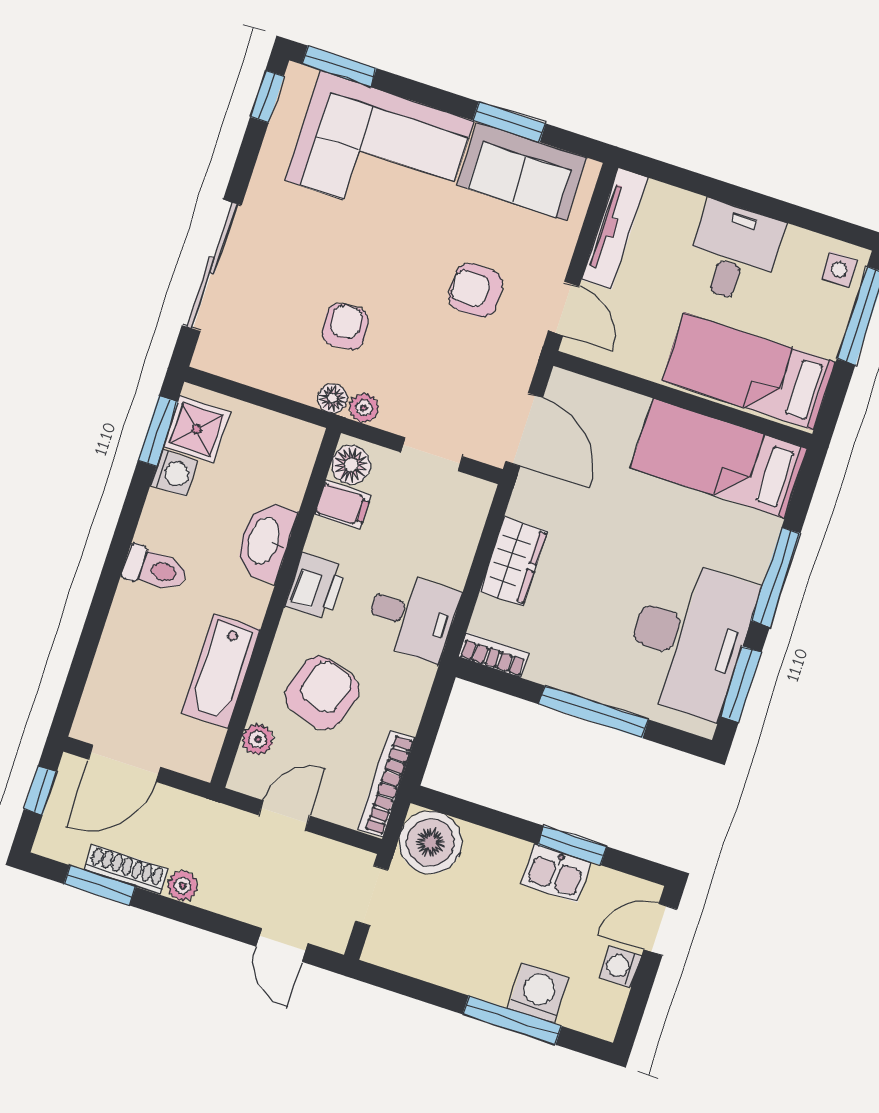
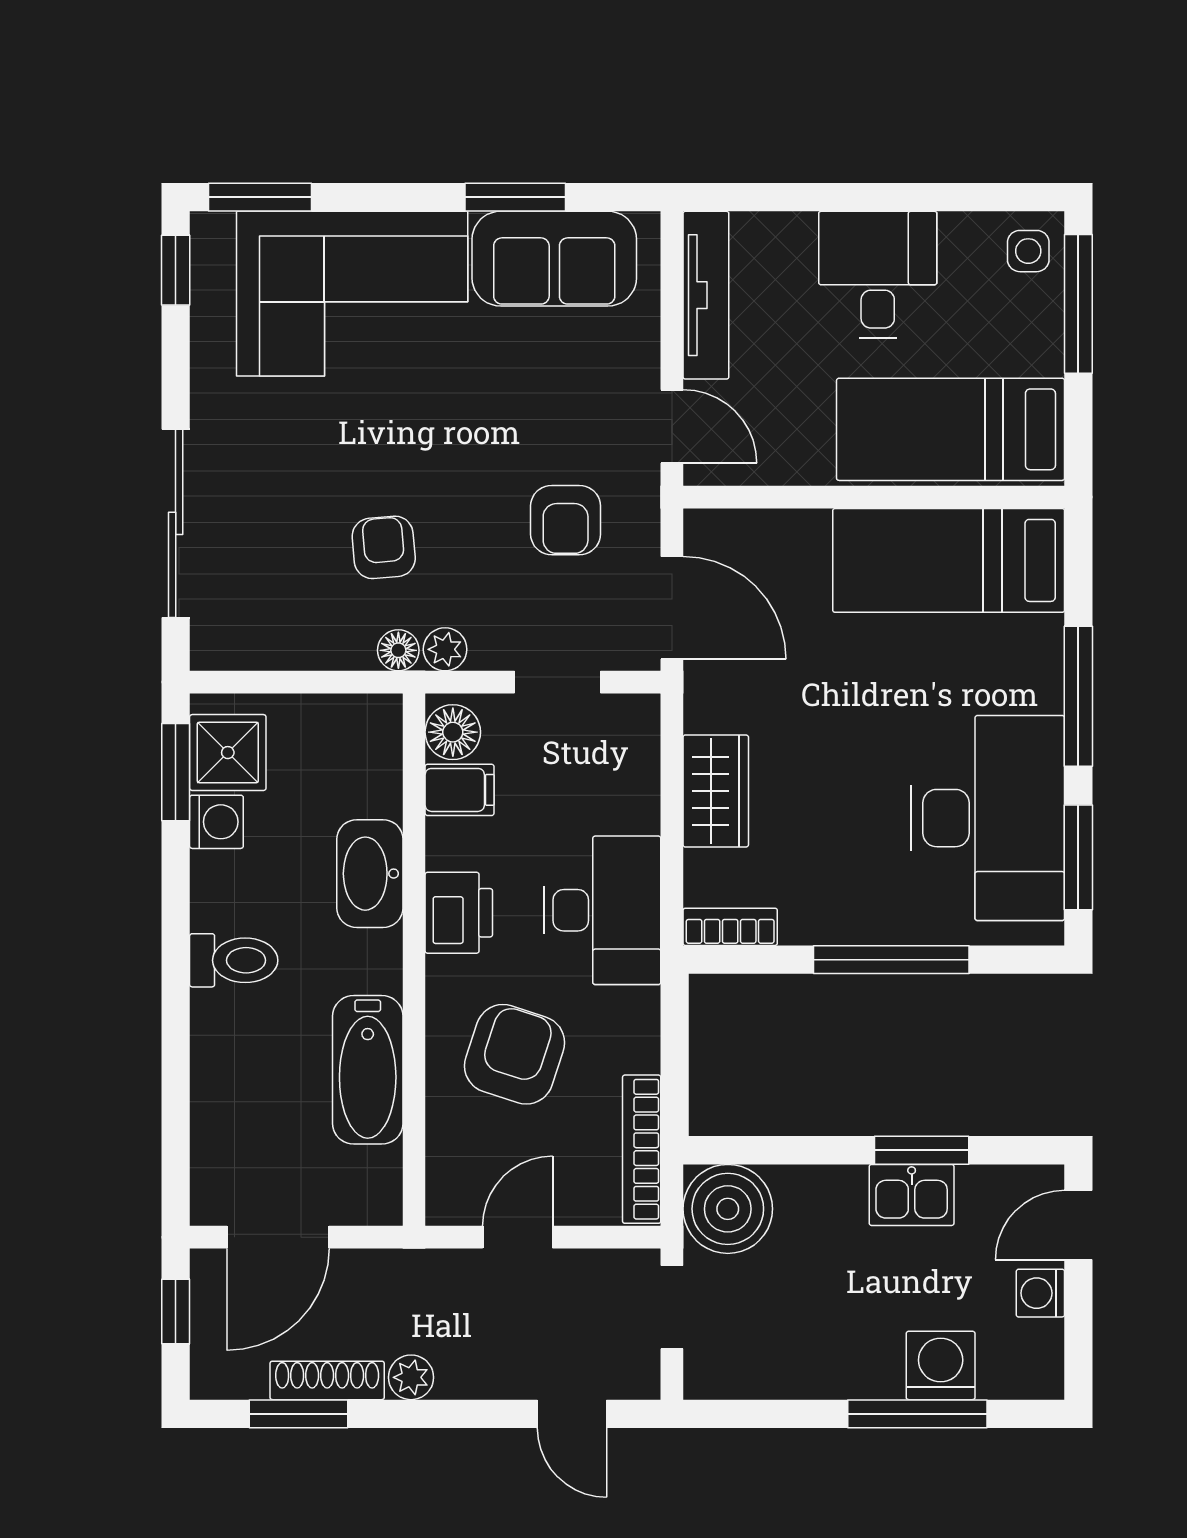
armchair: (476, 290) -> (566, 520), moved, turned -90
desk: (412, 616) -> (602, 910), width x1.37
plant: (258, 739) -> (448, 1146), removed

